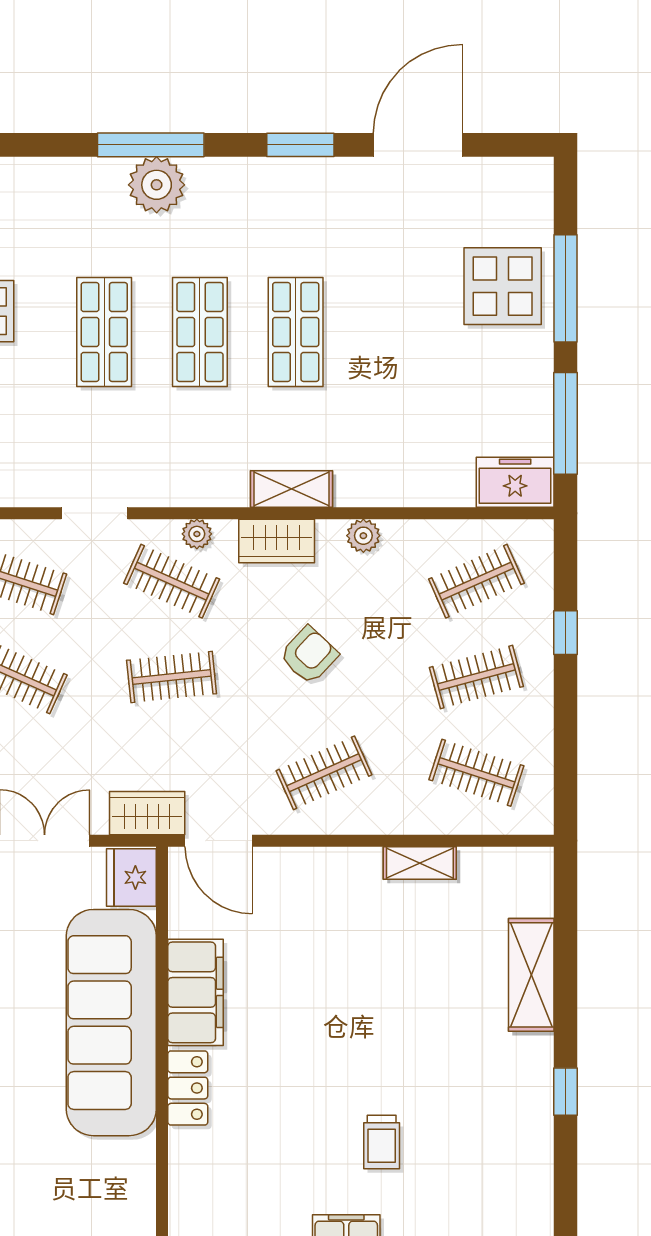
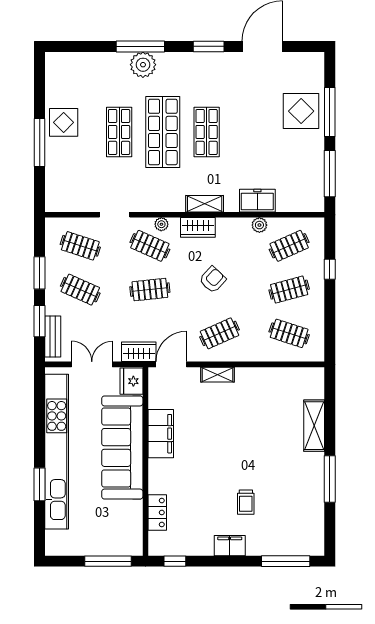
shop shelf: (200, 332) -> (163, 132), width x1.43, depth x1.36
freezer: (515, 482) -> (257, 201), moved
plant: (363, 536) -> (259, 225), moved
door: (219, 841) -> (171, 364), swing flipped
shelving: (420, 863) -> (218, 375), moved
locker: (188, 1088) -> (157, 512), moved
window: (565, 1092) -> (330, 479), width x2.17

